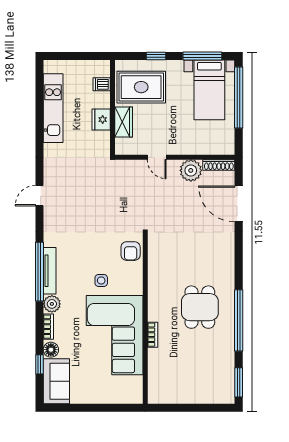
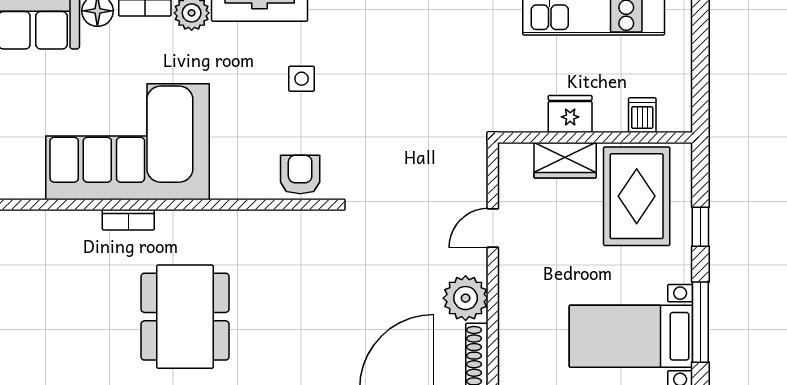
armchair: (131, 251) -> (300, 174), turned 90
side table: (101, 280) -> (302, 79), moved
dining table: (200, 307) -> (185, 317), width x1.38

